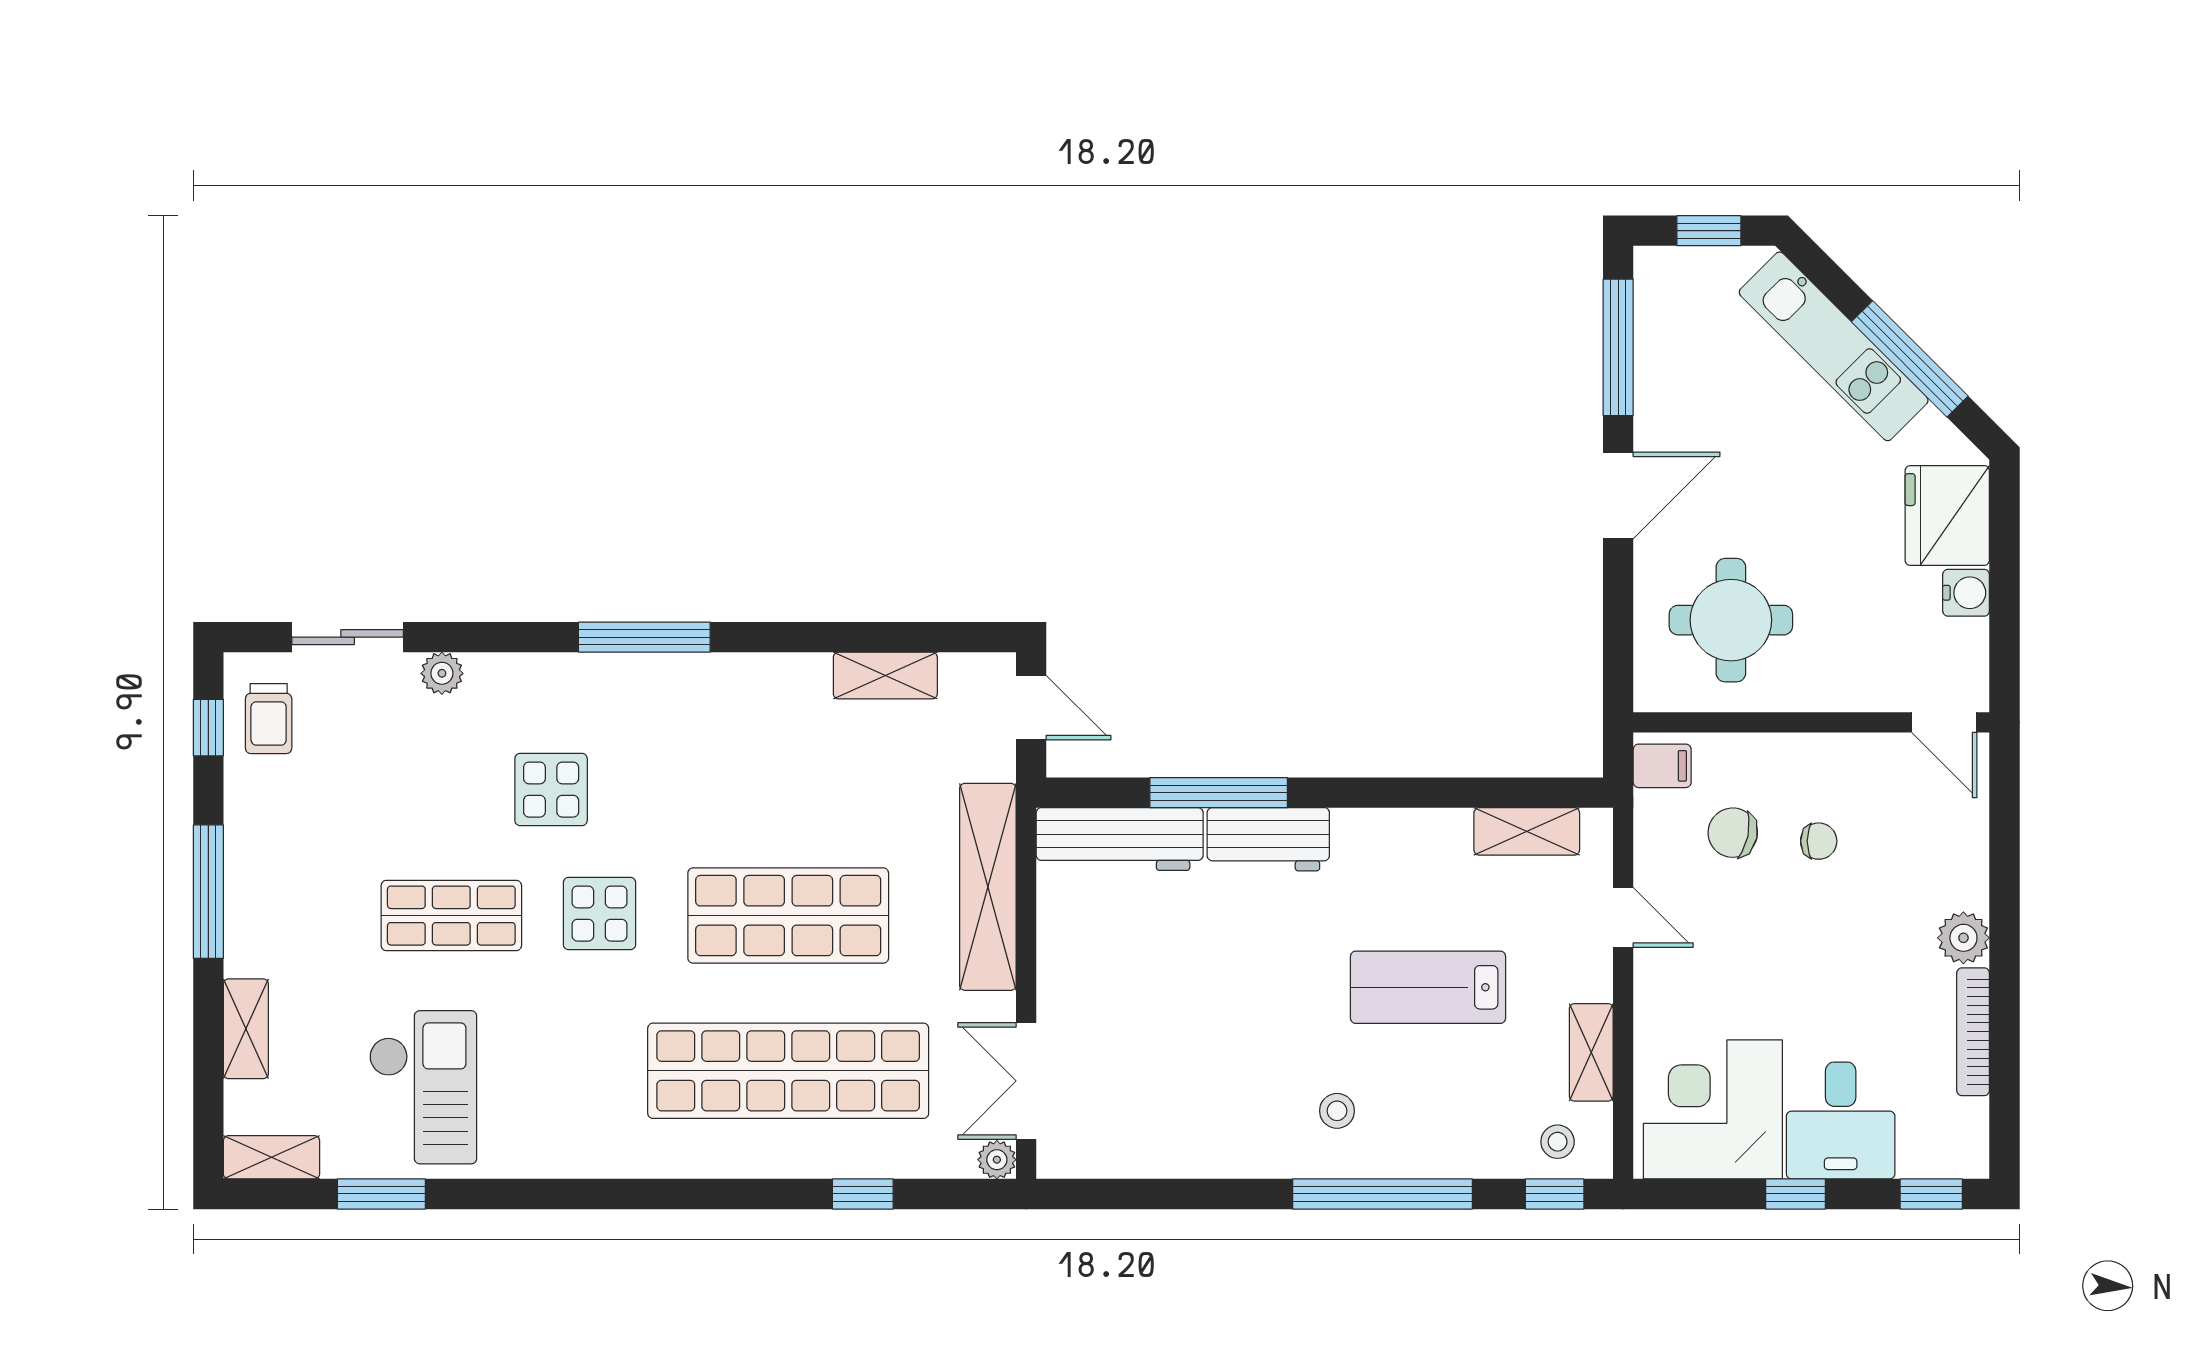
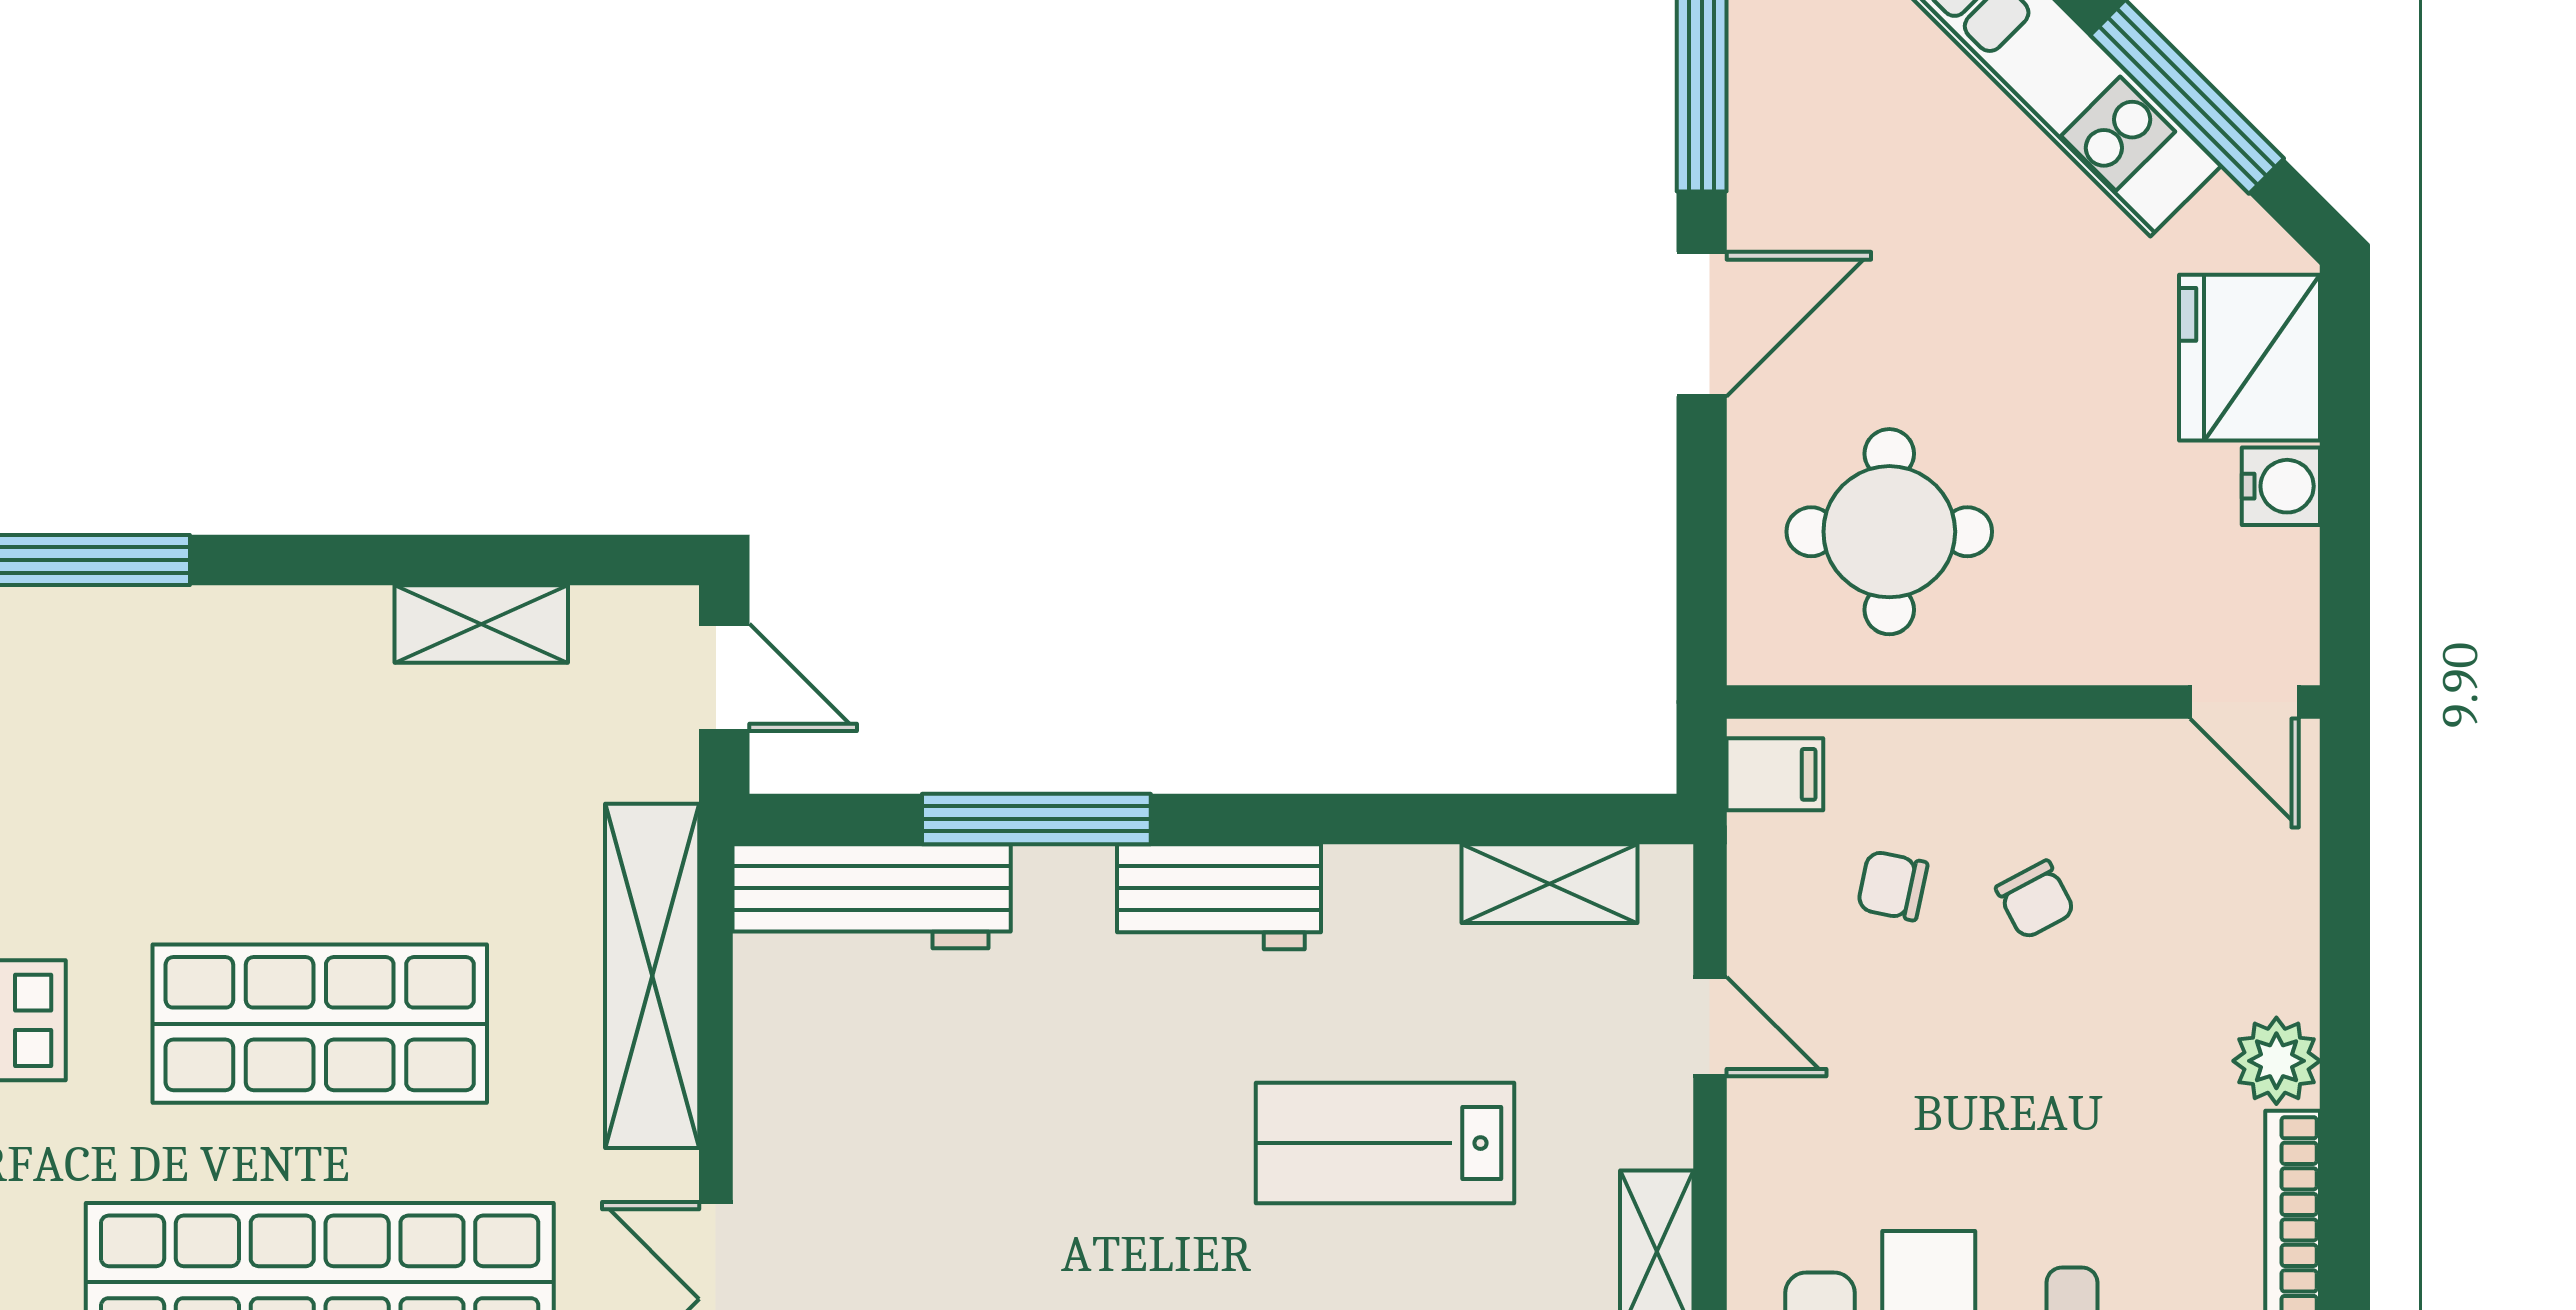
chair: (1733, 833) -> (1892, 886), width x0.73, depth x0.73
workbench: (1268, 839) -> (1219, 897), moved
chair: (1819, 841) -> (2035, 900), turned 62

